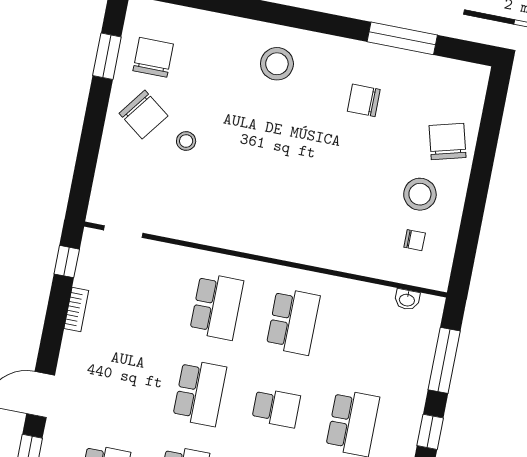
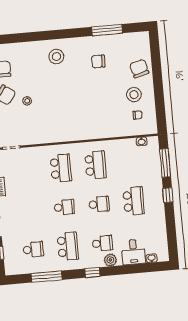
school desk: (200, 393) -> (64, 207), width x0.54

